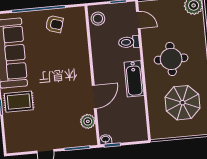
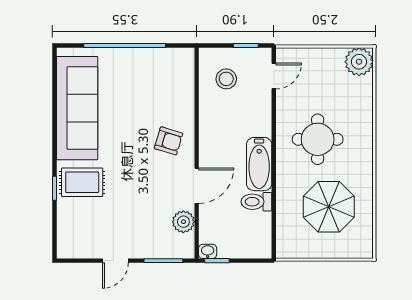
stool: (98, 19) -> (226, 79), moved
door: (138, 20) -> (274, 76), hinge flipped
armchair: (54, 24) -> (169, 141), moved
toilet: (129, 42) -> (256, 202), moved

